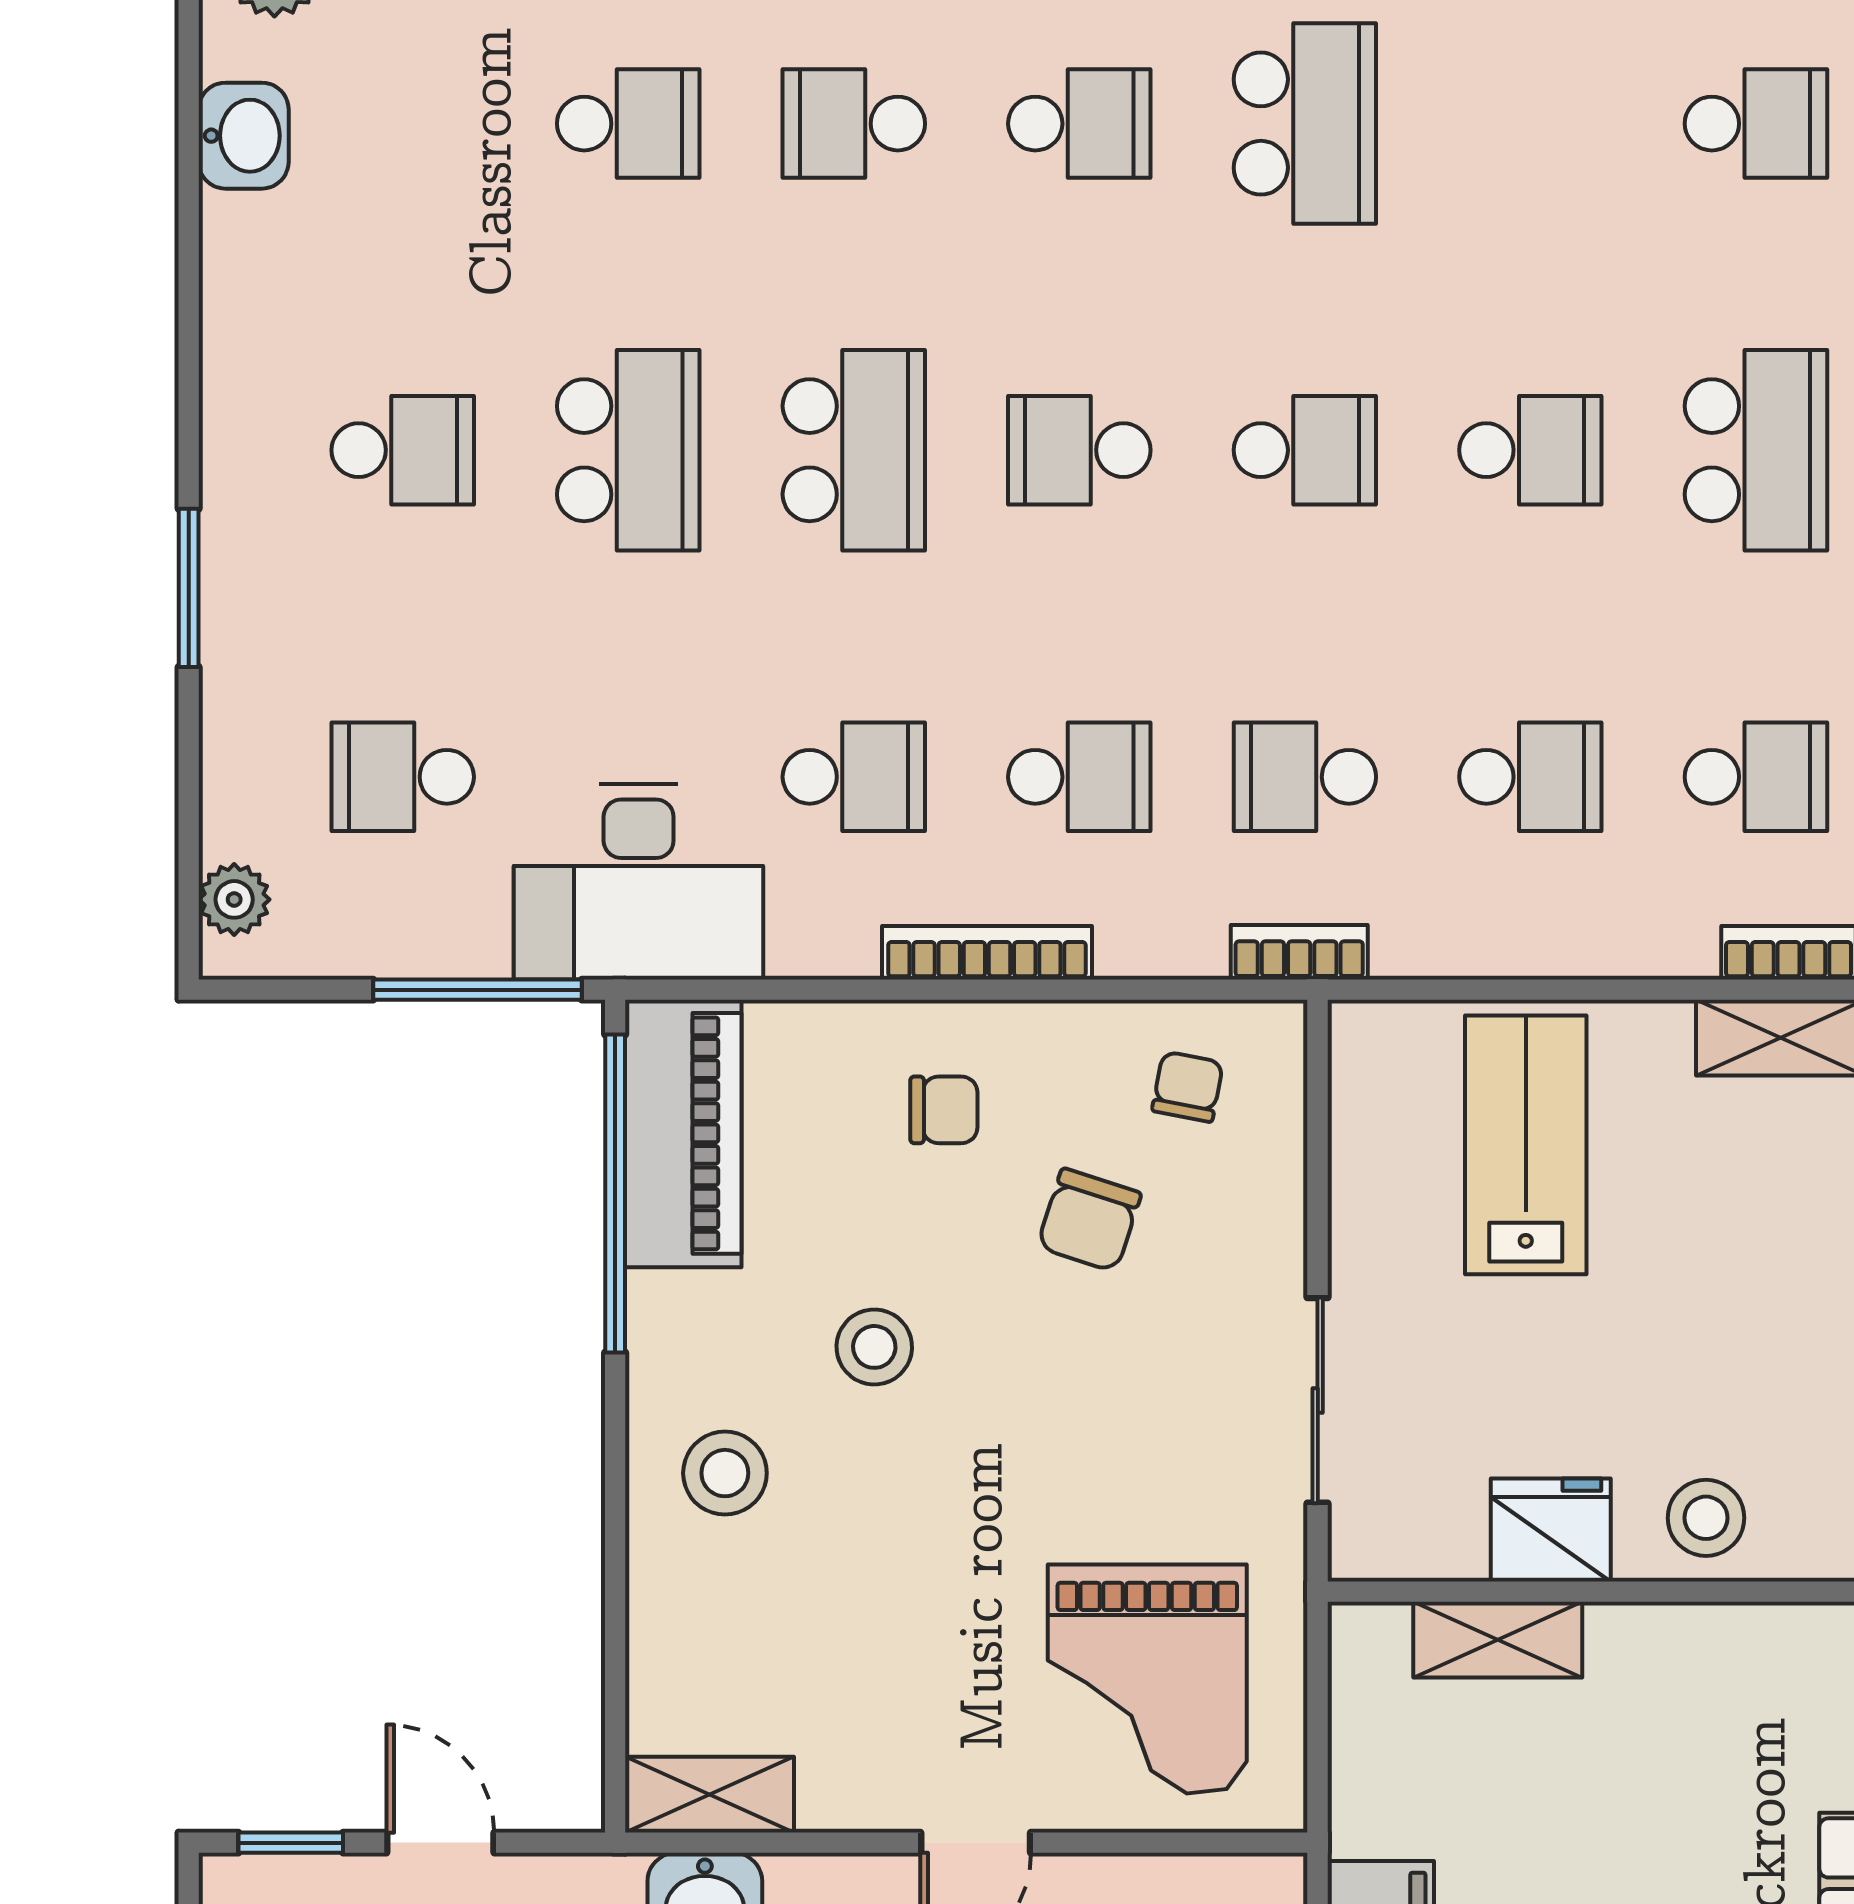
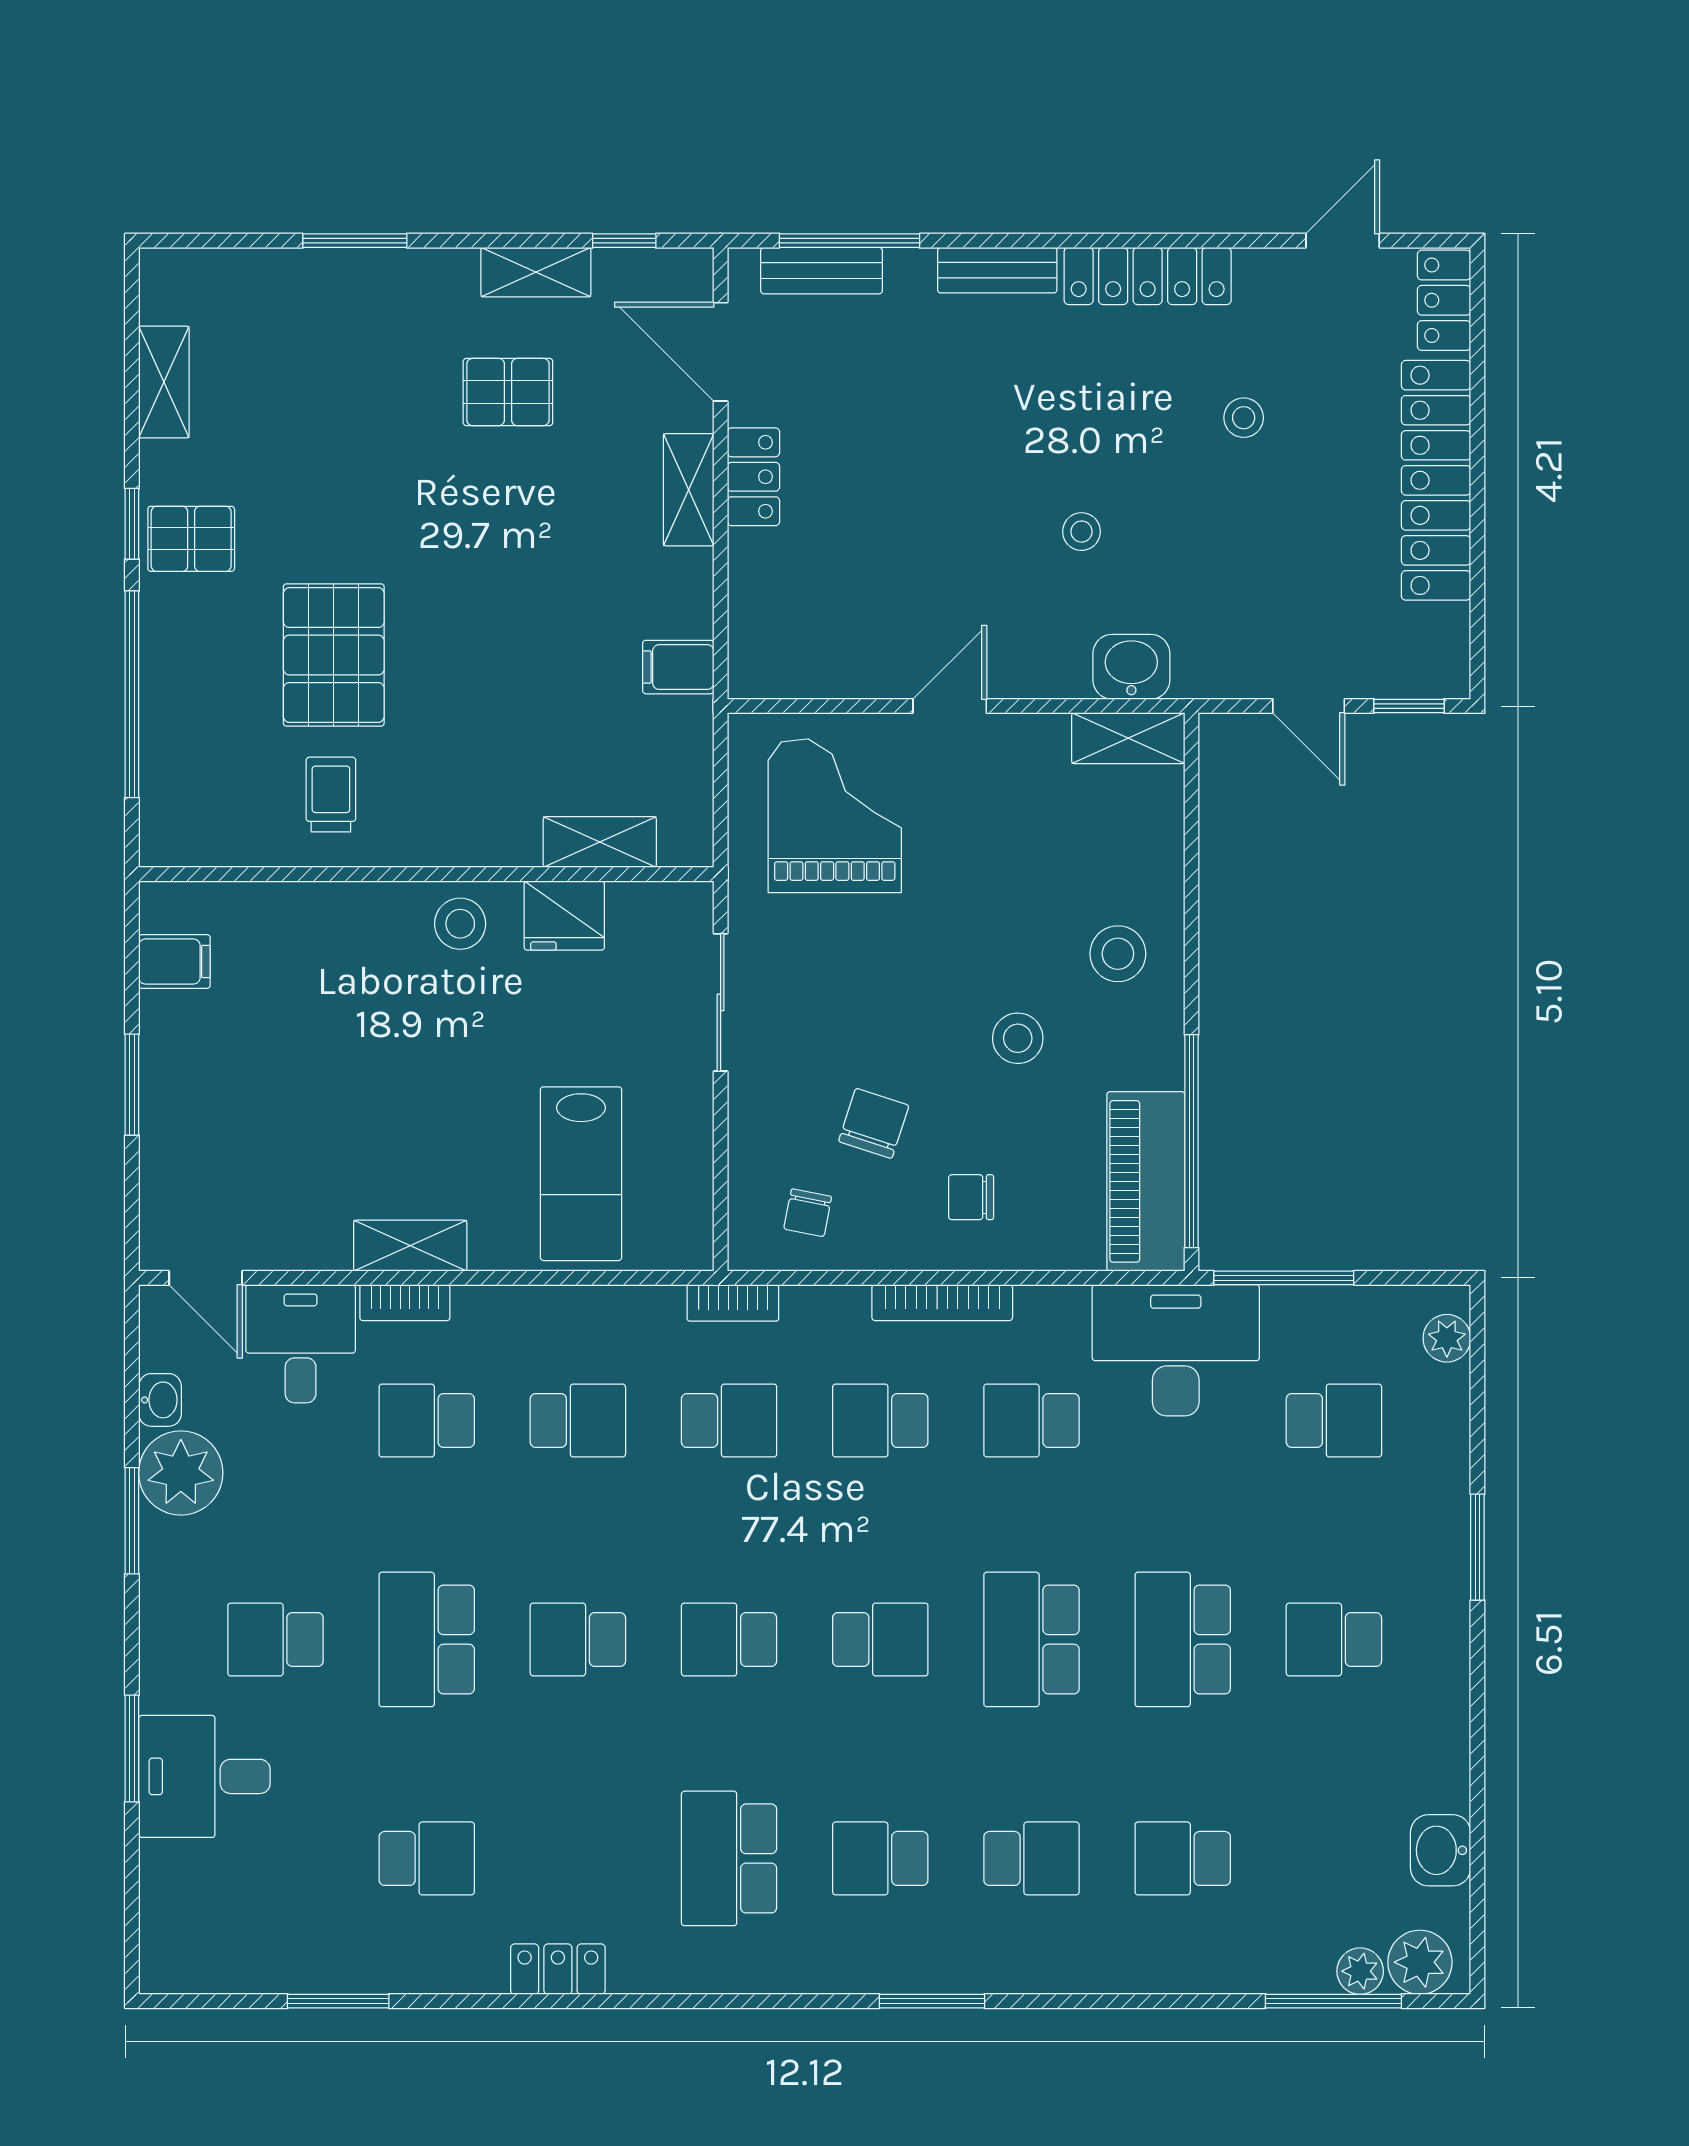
school desk: (1756, 124) -> (427, 1858), turned 180
school desk: (1530, 777) -> (578, 1421), turned 180

